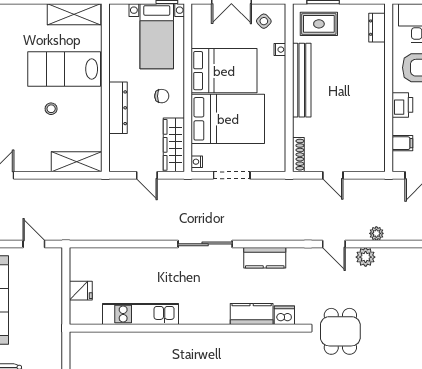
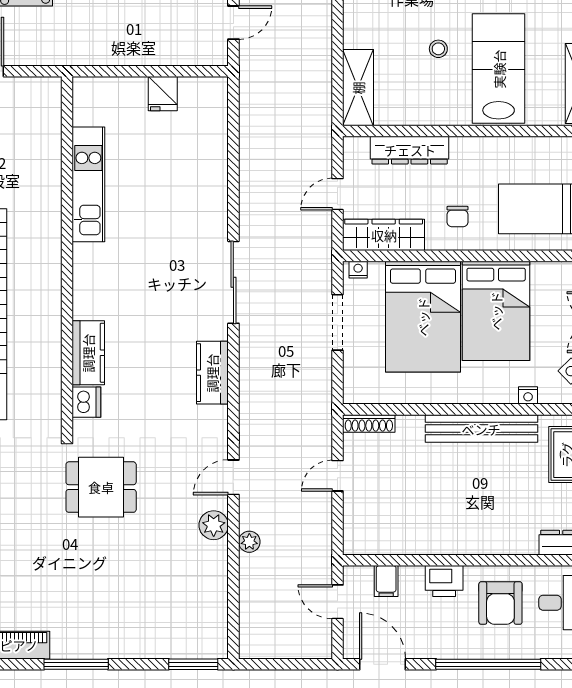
dresser: (118, 108) -> (410, 150), moved
kitchen unit: (141, 314) -> (88, 184), moved
kitchen counter: (252, 314) -> (88, 353), moved
dishwasher: (284, 315) -> (86, 402), moved
wall: (187, 328) -> (67, 255), moved

